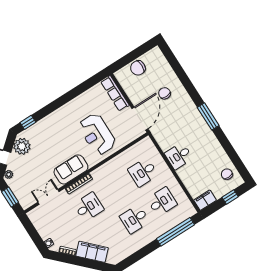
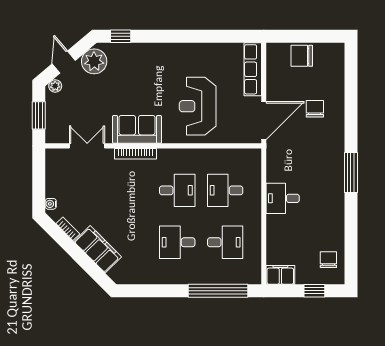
desk: (89, 207) -> (177, 190), moved

